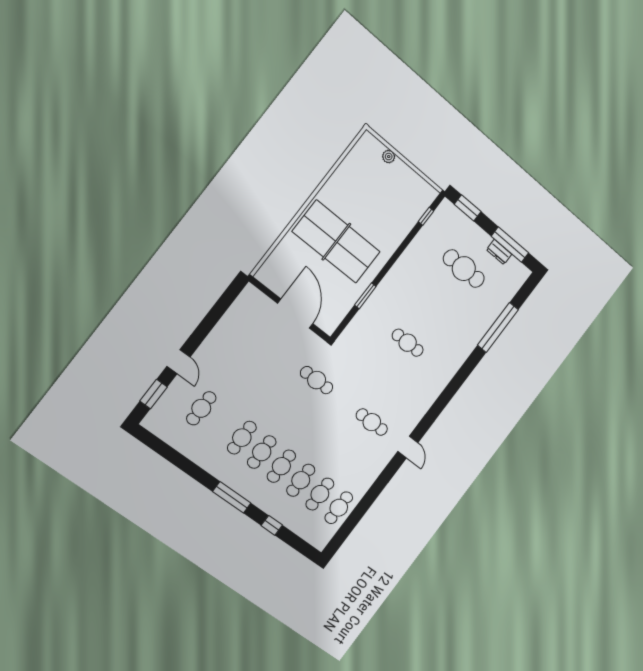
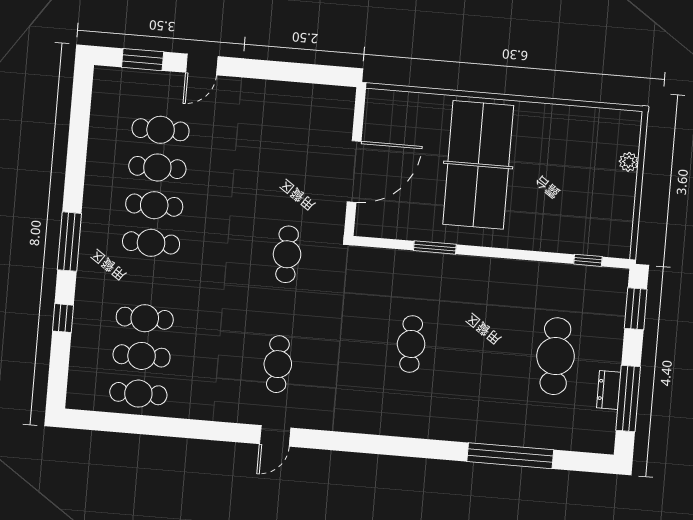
cafe table: (281, 466) -> (157, 167), moved

